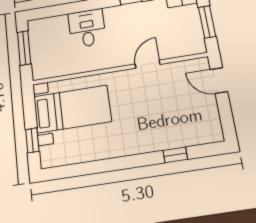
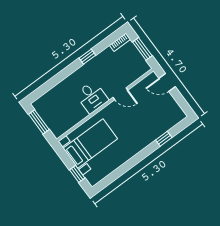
desk: (87, 28) -> (92, 97), moved, turned 180
door: (148, 64) -> (120, 94), swing flipped

